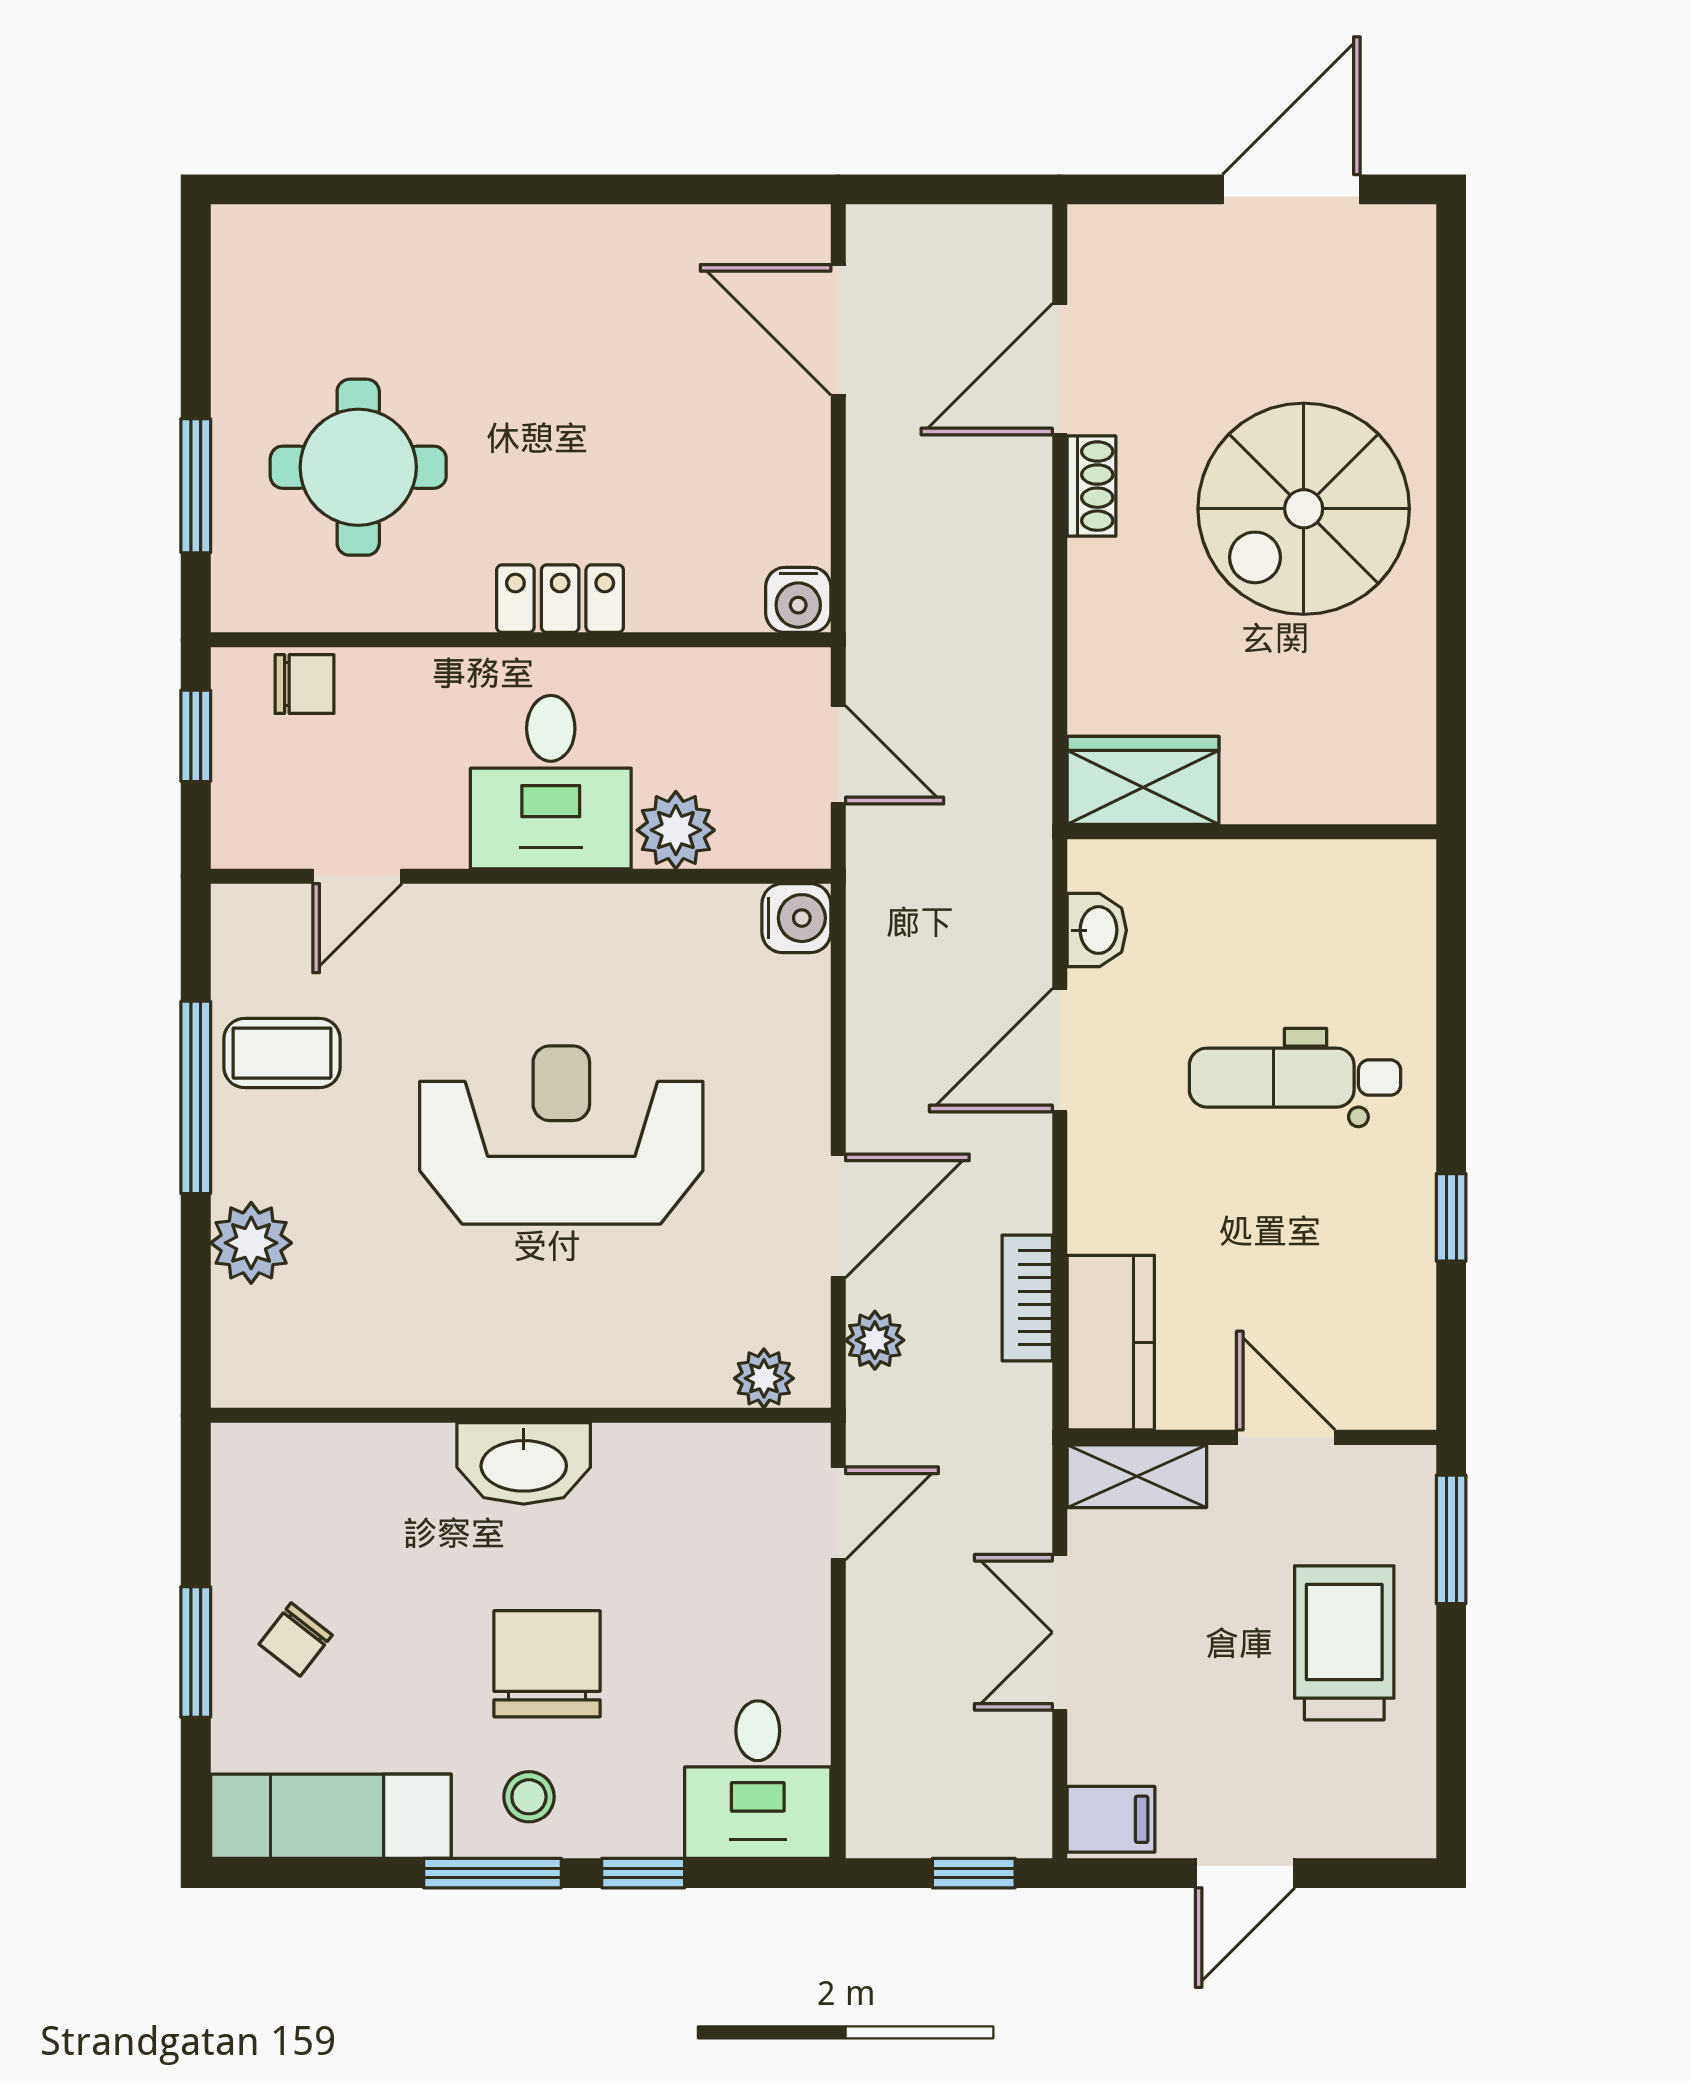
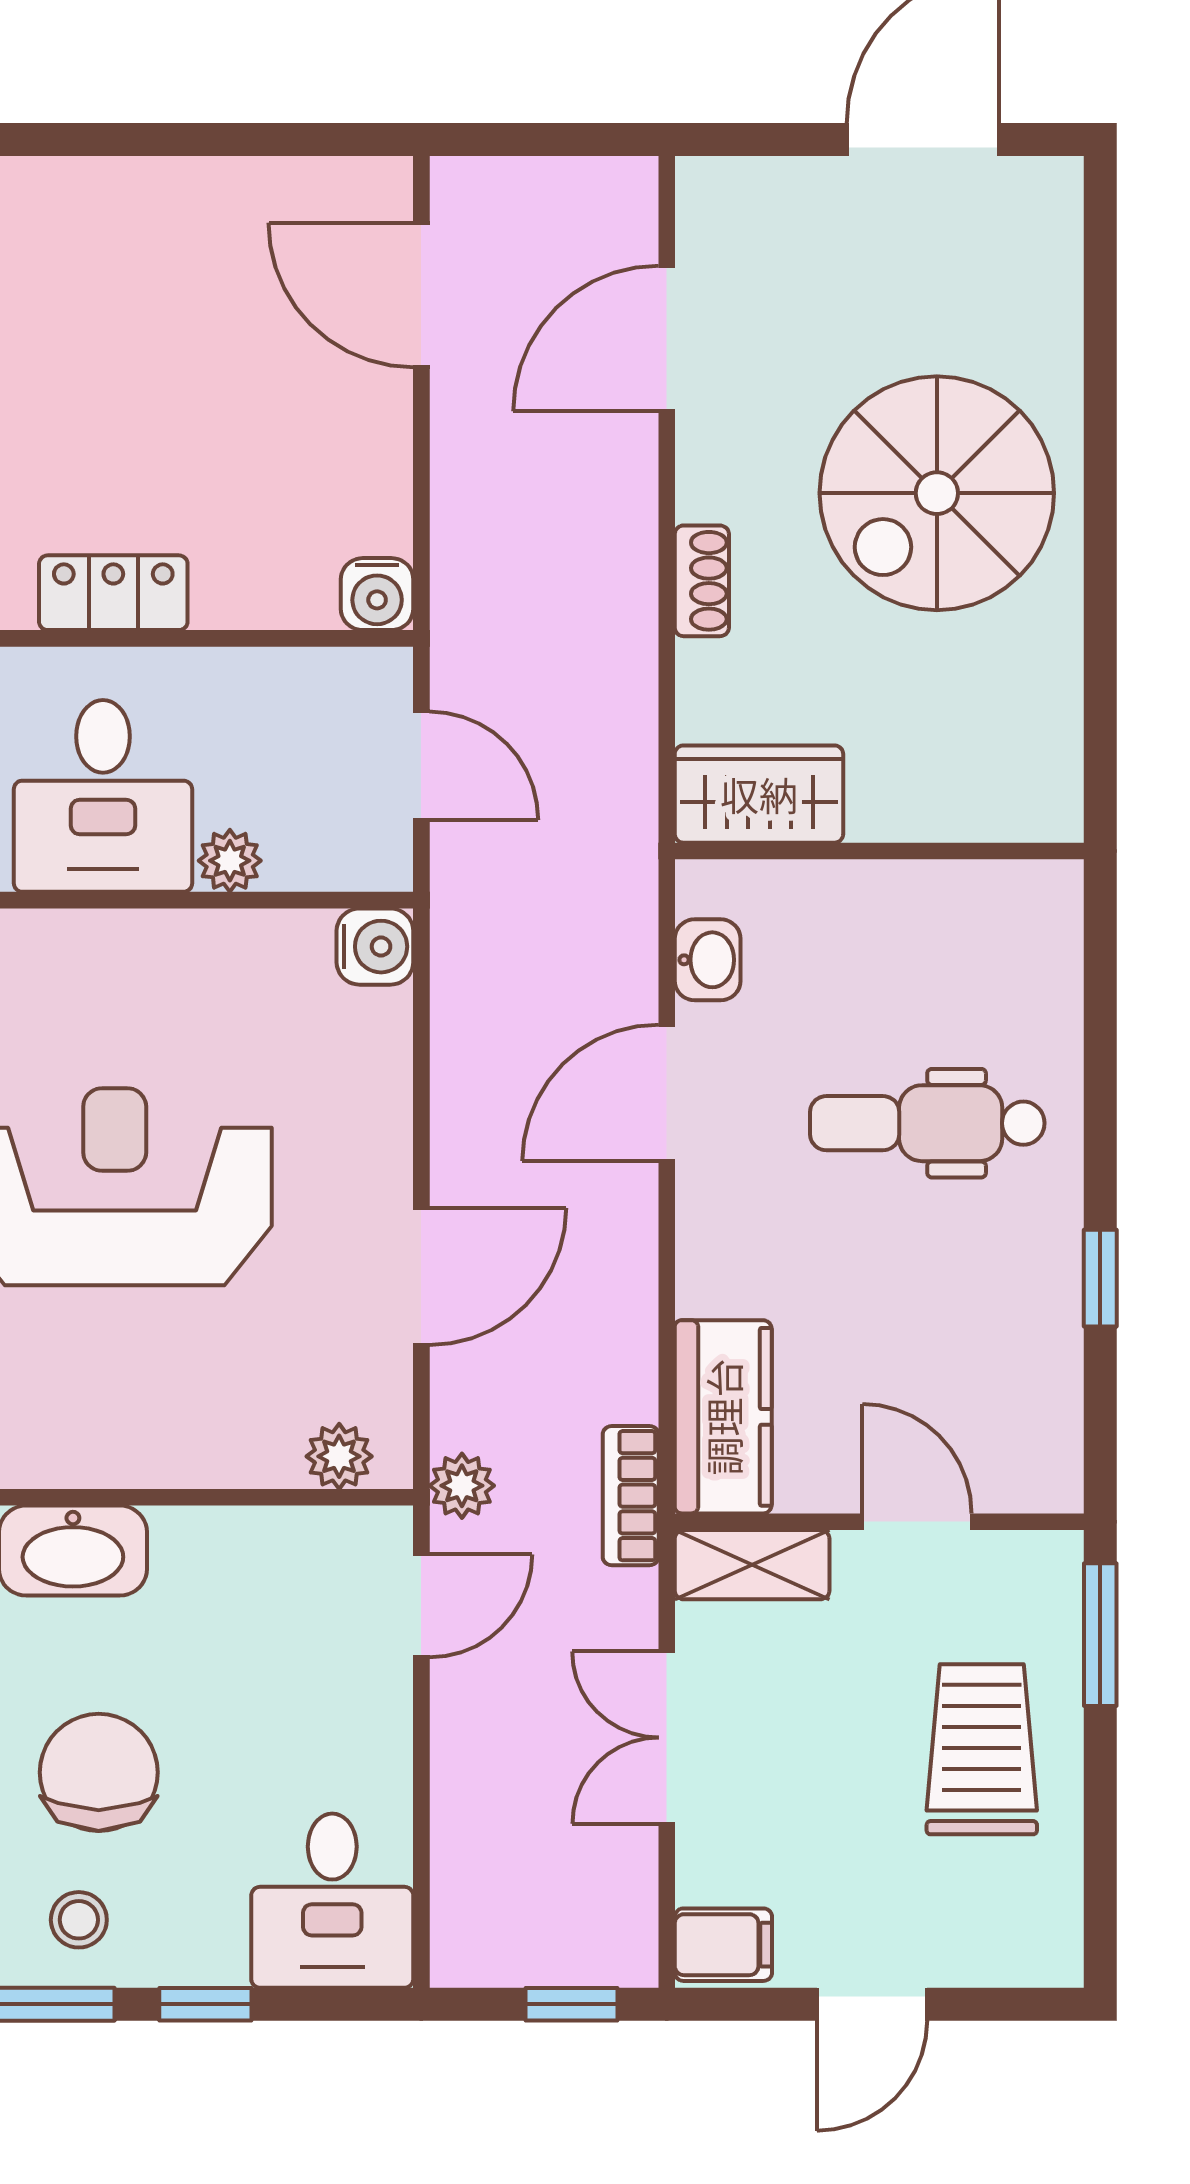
shoe rack: (1091, 486) -> (702, 581), moved
plant: (676, 830) -> (230, 861), width x0.73, depth x0.73
bookcase: (1027, 1298) -> (631, 1496), moved
plant: (875, 1340) -> (462, 1486), moved

